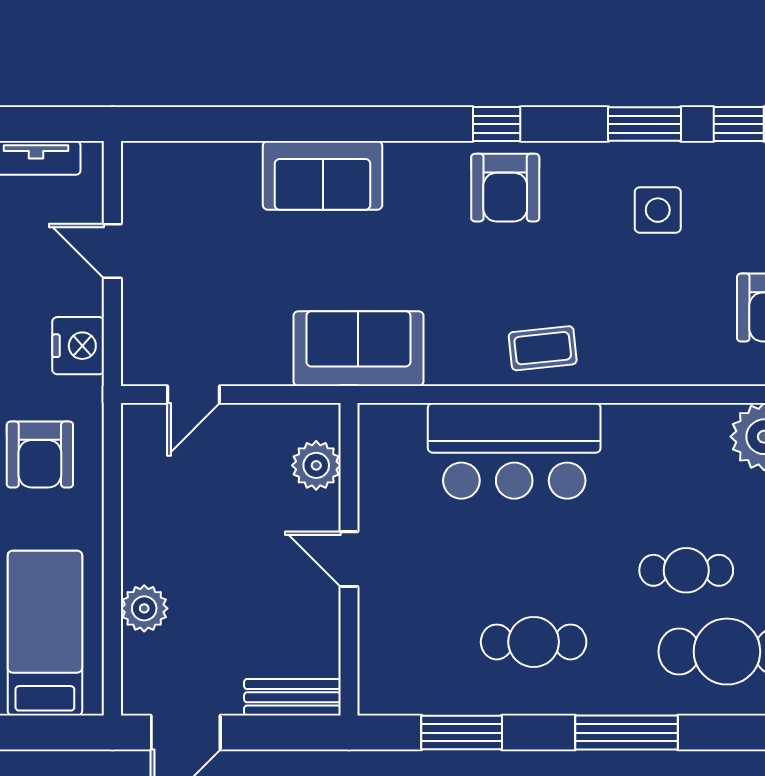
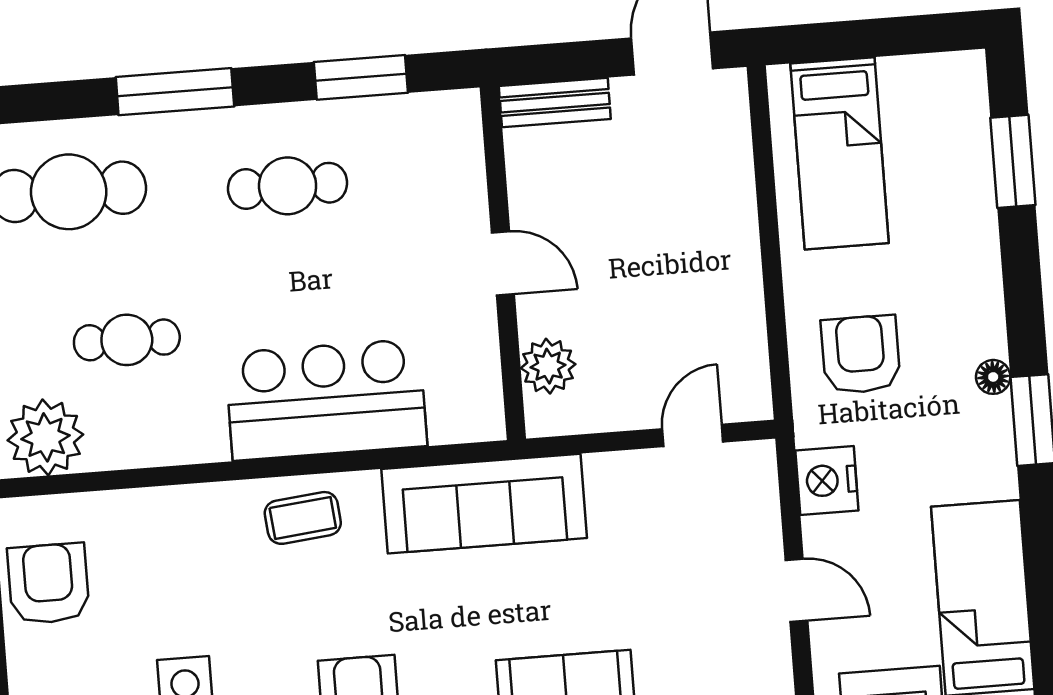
sofa: (358, 349) -> (484, 504), width x1.36
cafe table: (686, 570) -> (127, 340), moved
plant: (144, 608) -> (730, 190), removed

